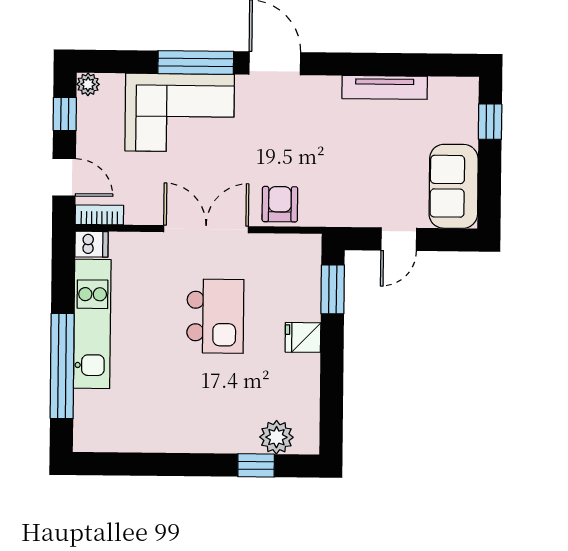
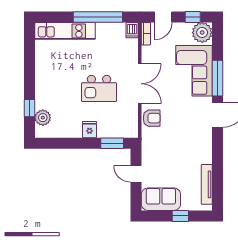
plant: (88, 84) -> (202, 33), width x1.87, depth x1.87
tv unit: (385, 87) -> (207, 184), moved
window: (490, 122) -> (180, 216), moved
kitchen unit: (92, 324) -> (65, 31), moved
window: (62, 366) -> (98, 17), moved

